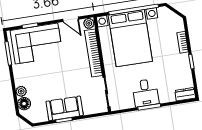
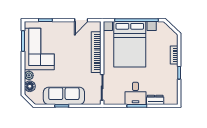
door: (71, 19) -> (81, 20), hinge flipped
plant: (89, 23) -> (96, 26), removed
corner sofa: (37, 44) -> (39, 49), moved, turned -90
dresser: (185, 94) -> (155, 100), moved
sofa: (65, 108) -> (64, 96), width x1.36

